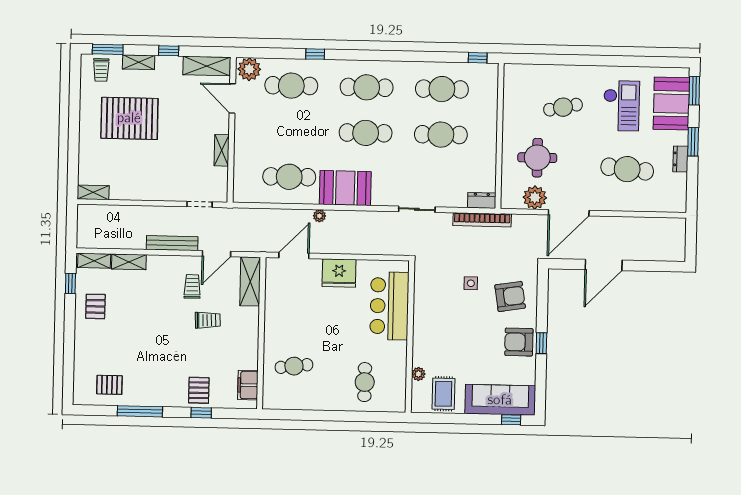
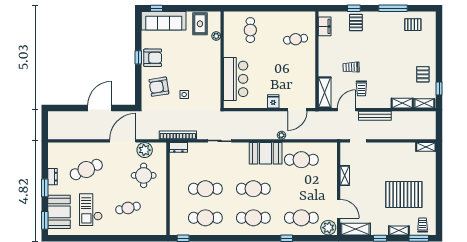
cafe table: (627, 169) -> (86, 169), turned -30
fridge: (339, 273) -> (273, 101), width x0.53, depth x0.75

